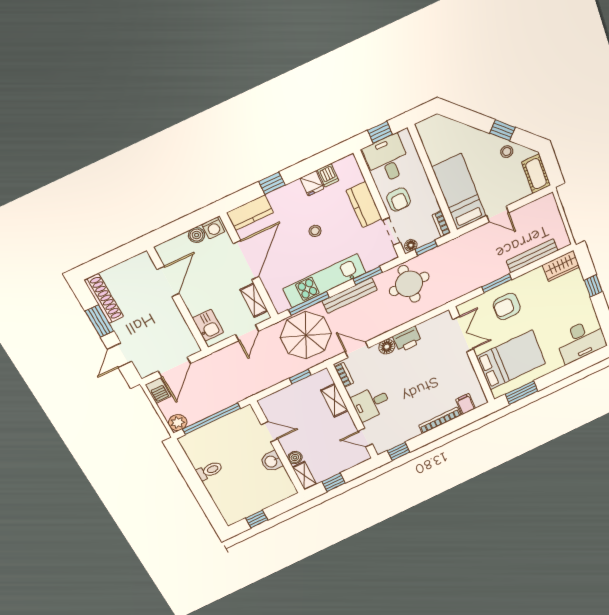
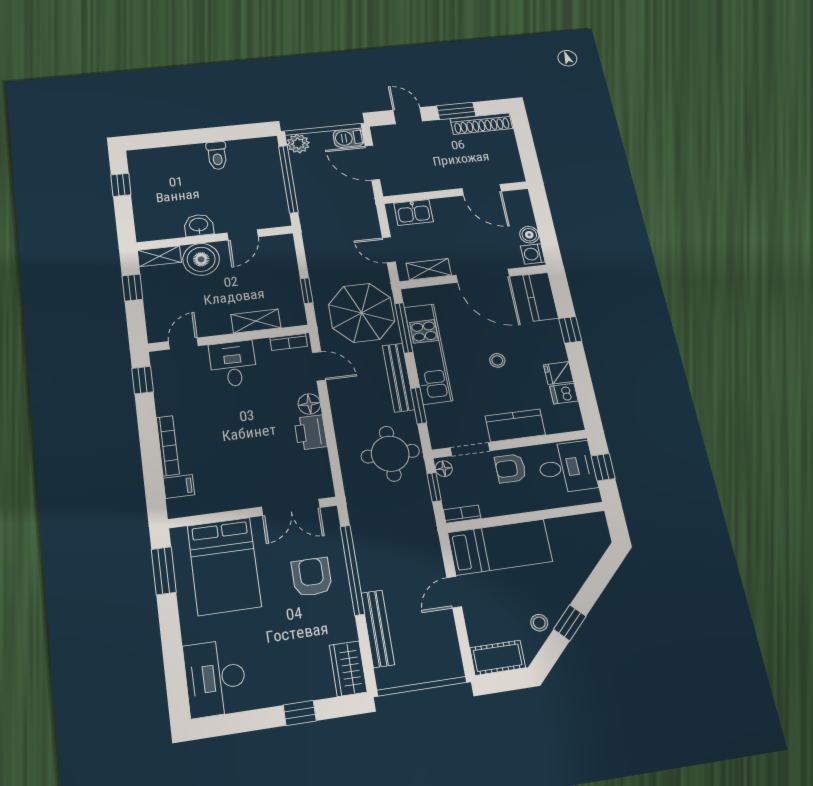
window: (497, 283) -> (352, 570), width x2.11
door: (357, 350) -> (319, 366), hinge flipped
boiler: (295, 458) -> (201, 259), width x1.86, depth x1.86

